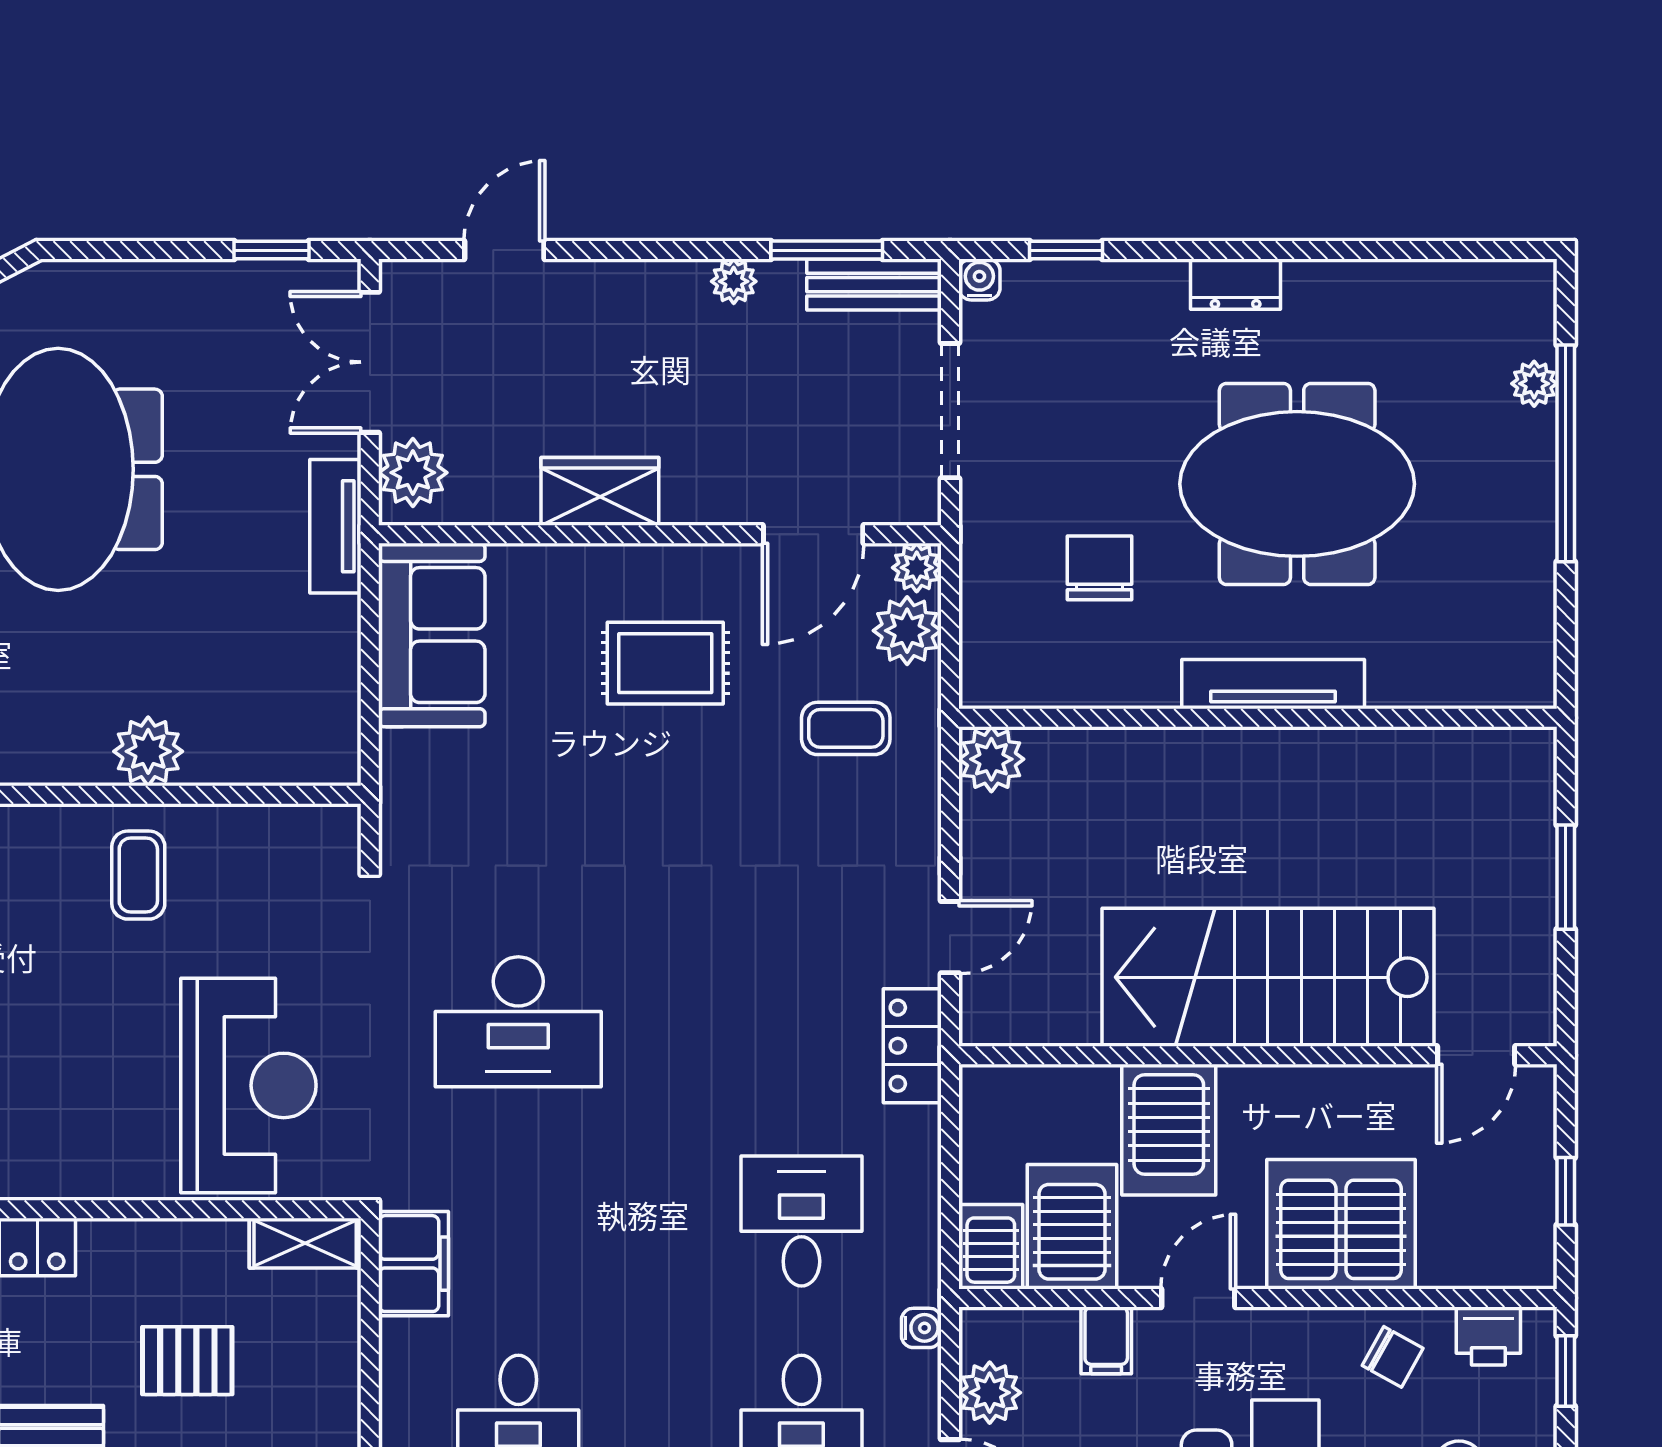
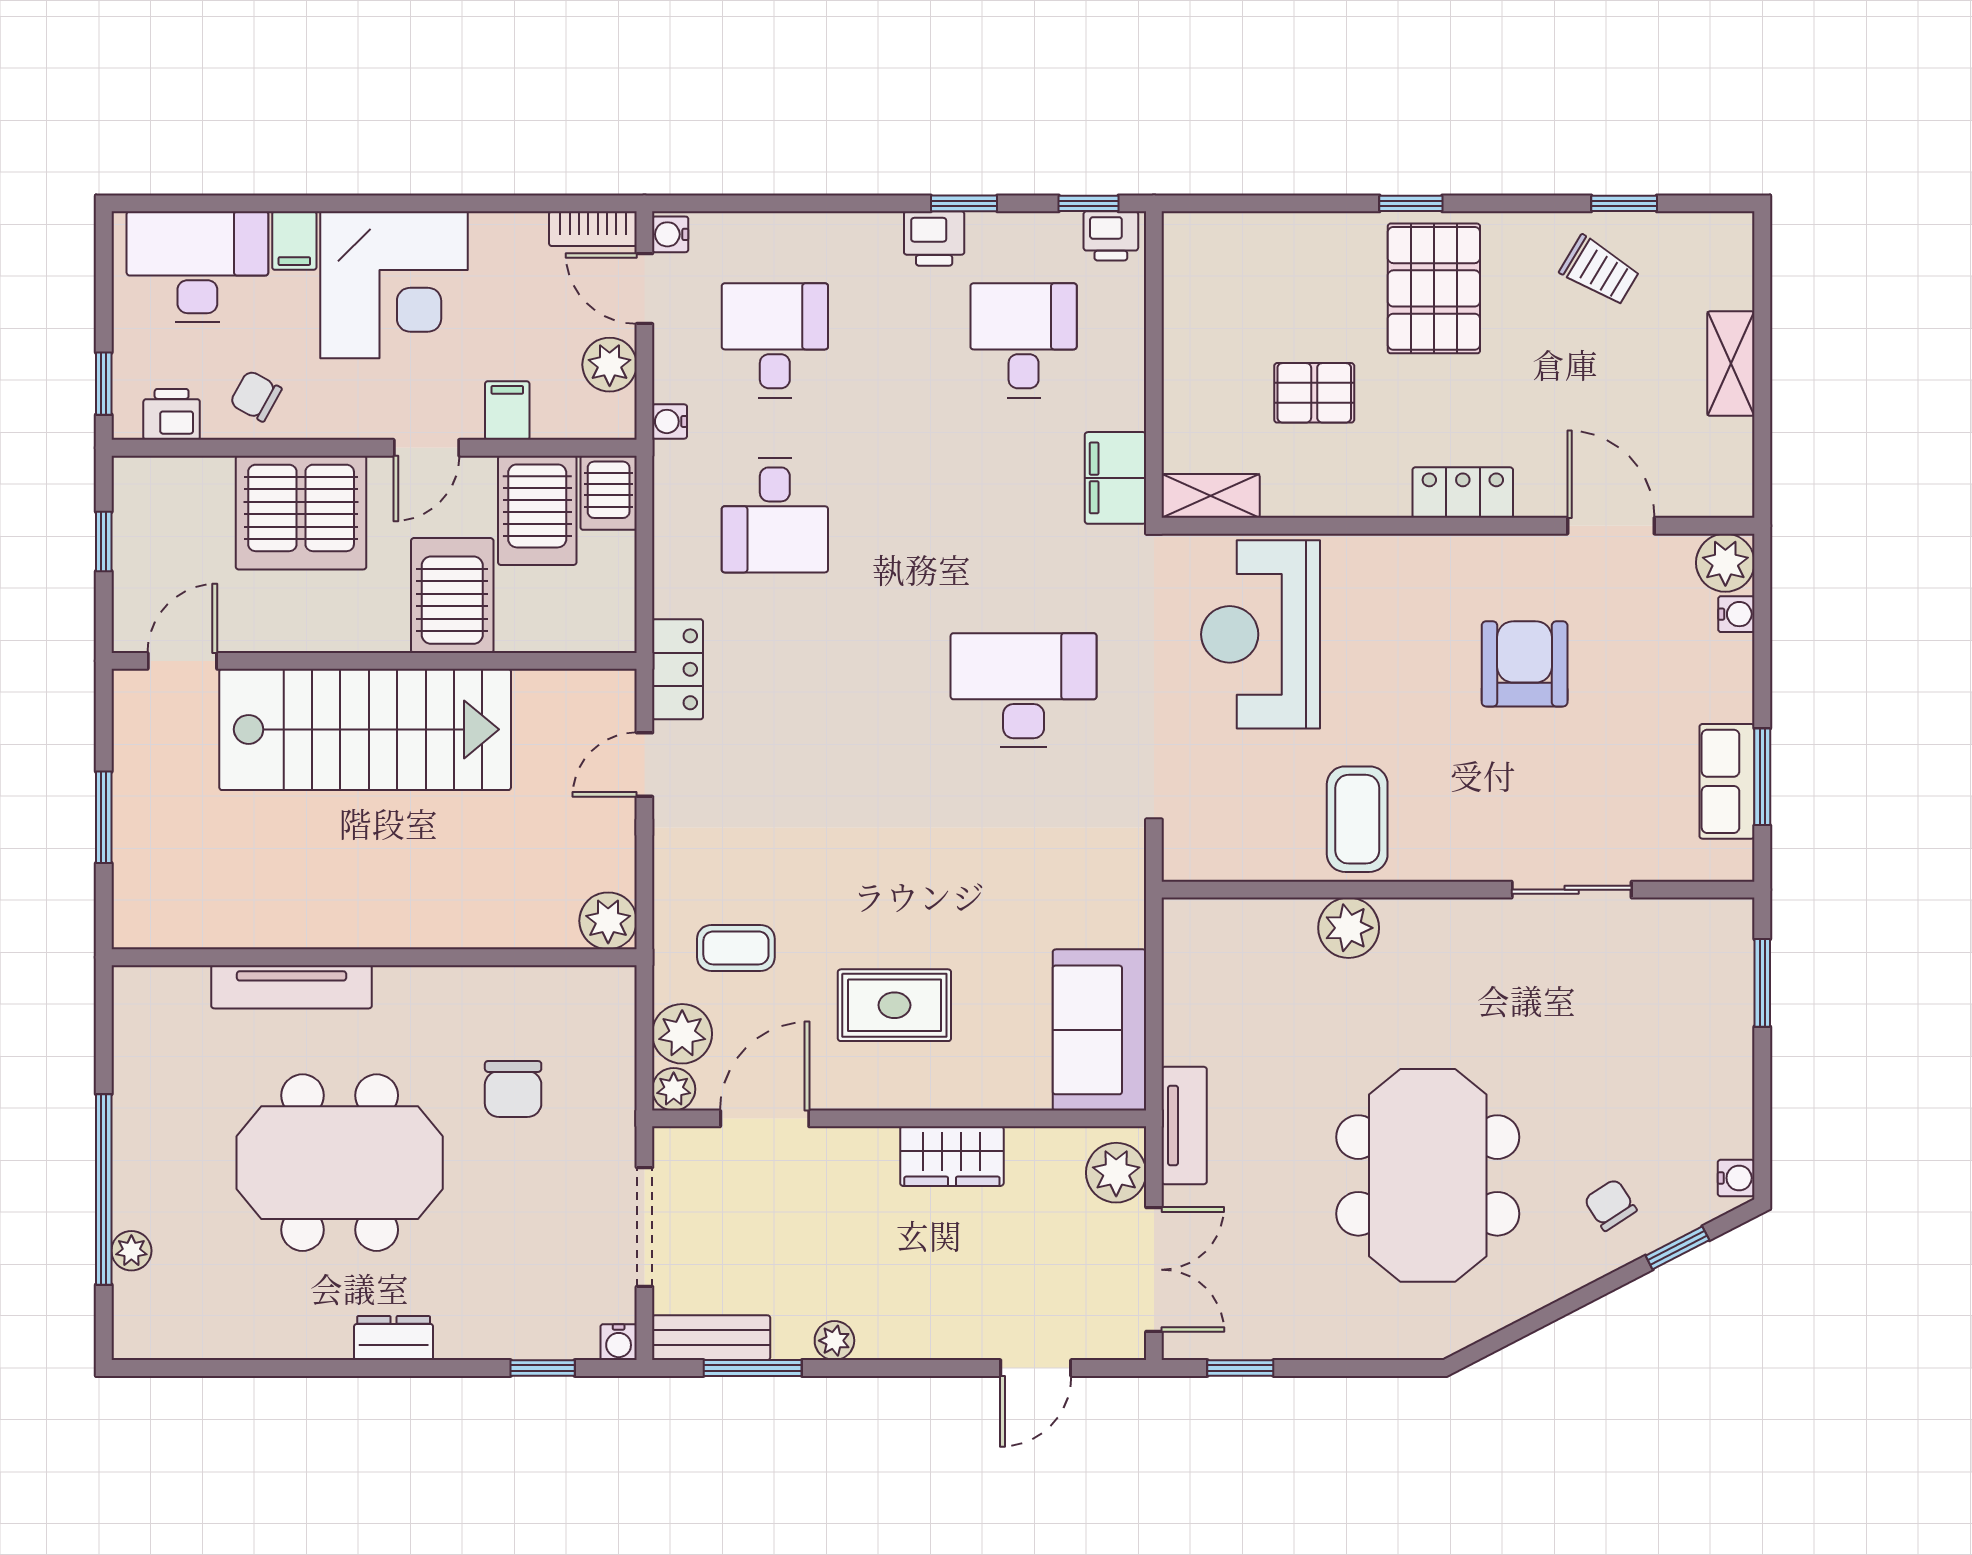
tv unit: (1273, 684) -> (292, 987), moved
coffee table: (138, 875) -> (1357, 819), width x1.36, depth x1.30

